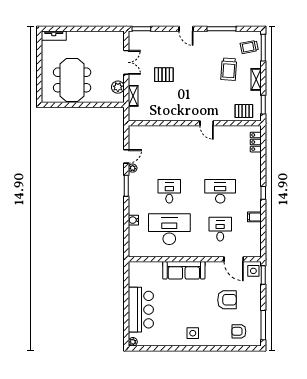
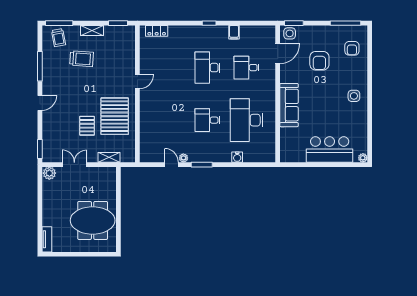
plant: (118, 87) -> (49, 173), moved
pallet: (244, 111) -> (115, 116), moved, width x2.05, depth x2.00
armchair: (227, 300) -> (319, 61), turned 180

